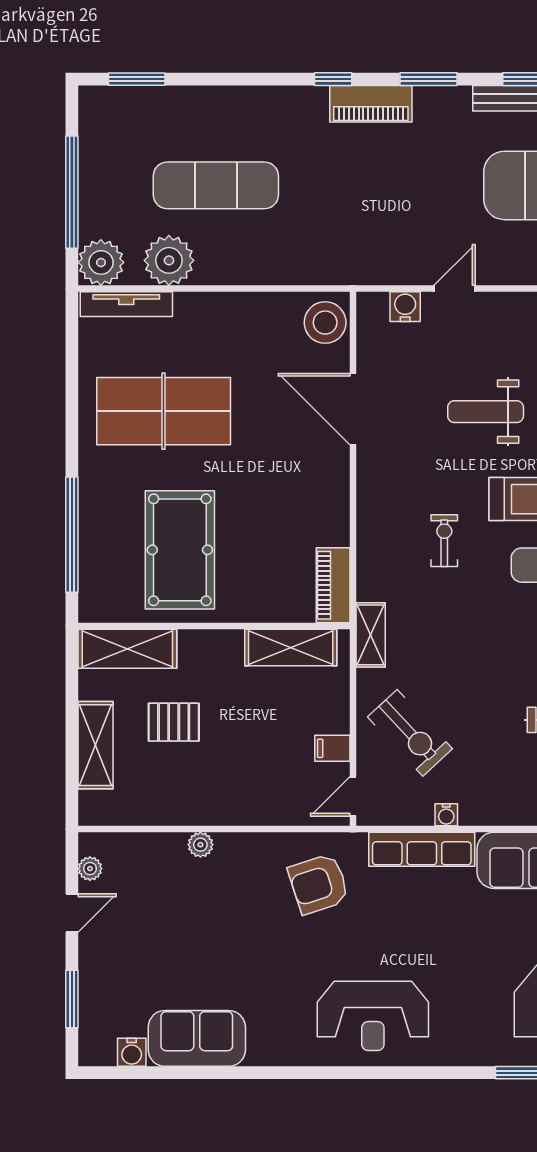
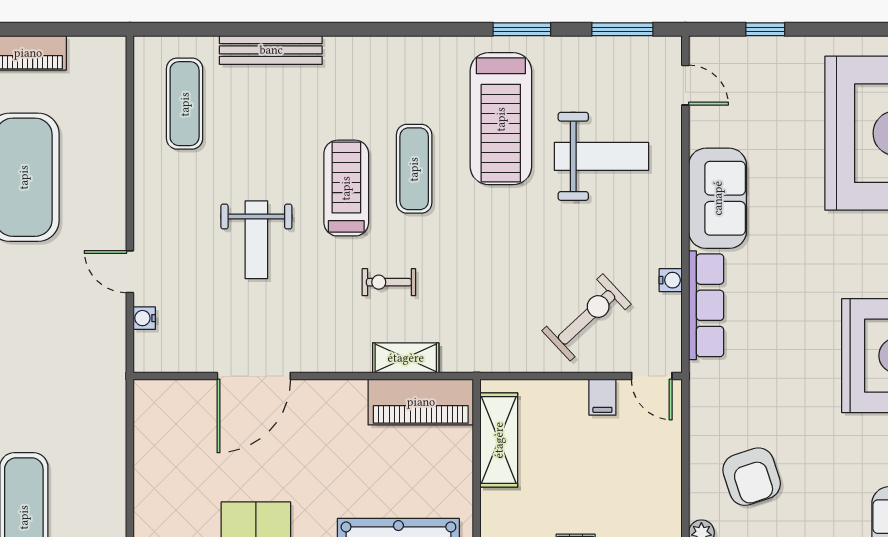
water cooler: (405, 307) -> (144, 318), width x0.72, depth x0.72
stool: (325, 323) -> (165, 405), removed
piano: (333, 585) -> (421, 402), width x1.37, depth x1.33
shelving: (371, 635) -> (406, 358), moved
armchair: (319, 884) -> (752, 477), moved

